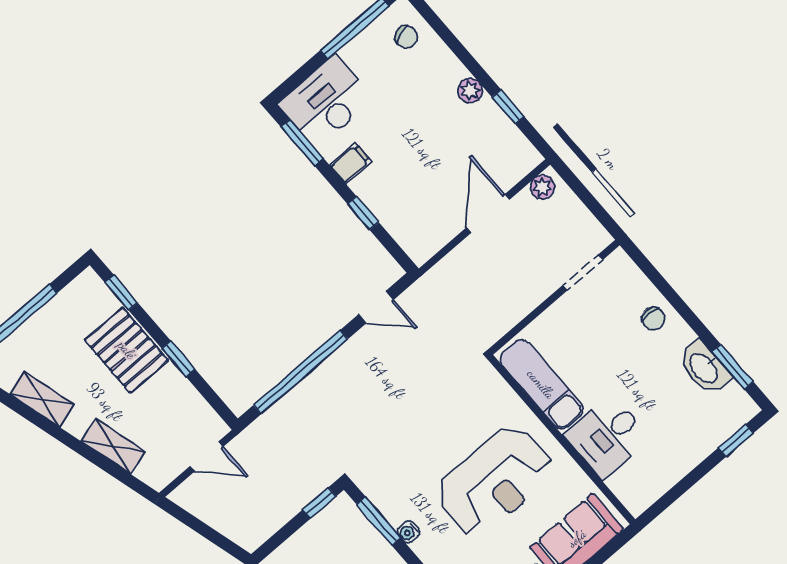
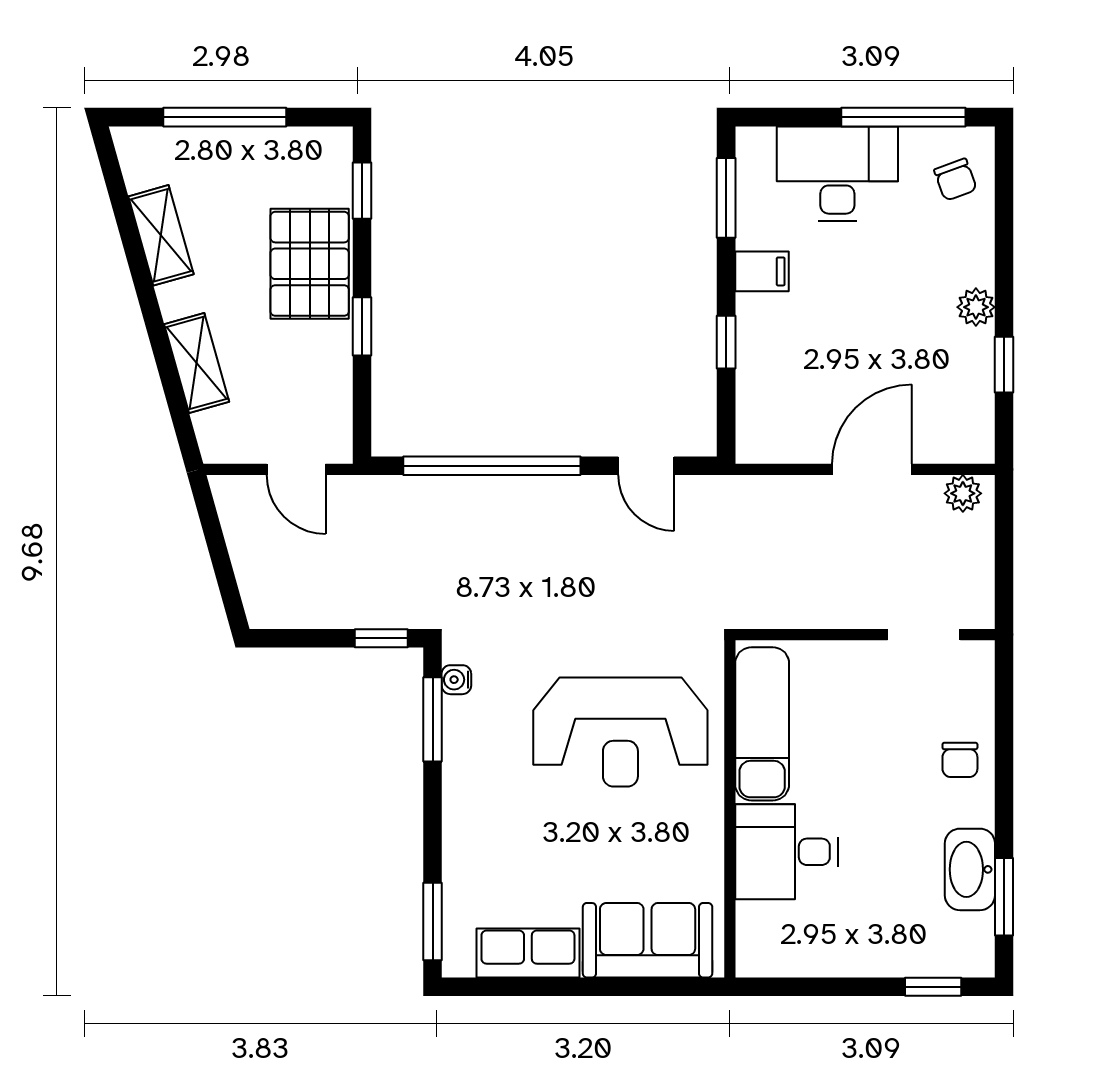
desk: (326, 101) -> (837, 174), moved
reception desk: (495, 481) -> (620, 732), moved
water cooler: (408, 532) -> (456, 680), moved

